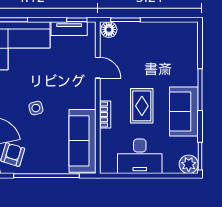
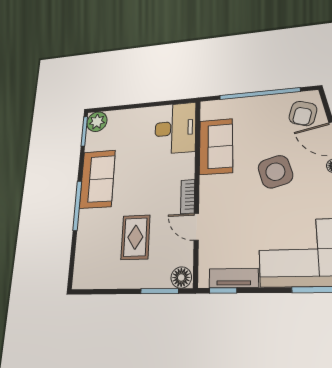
rug: (142, 106) -> (135, 237), moved
side table: (36, 108) -> (275, 172), width x1.87, depth x1.87
bookcase: (105, 114) -> (188, 197), moved
sofa: (82, 141) -> (216, 146), width x0.73
desk: (140, 156) -> (175, 128), moved, turned 90

